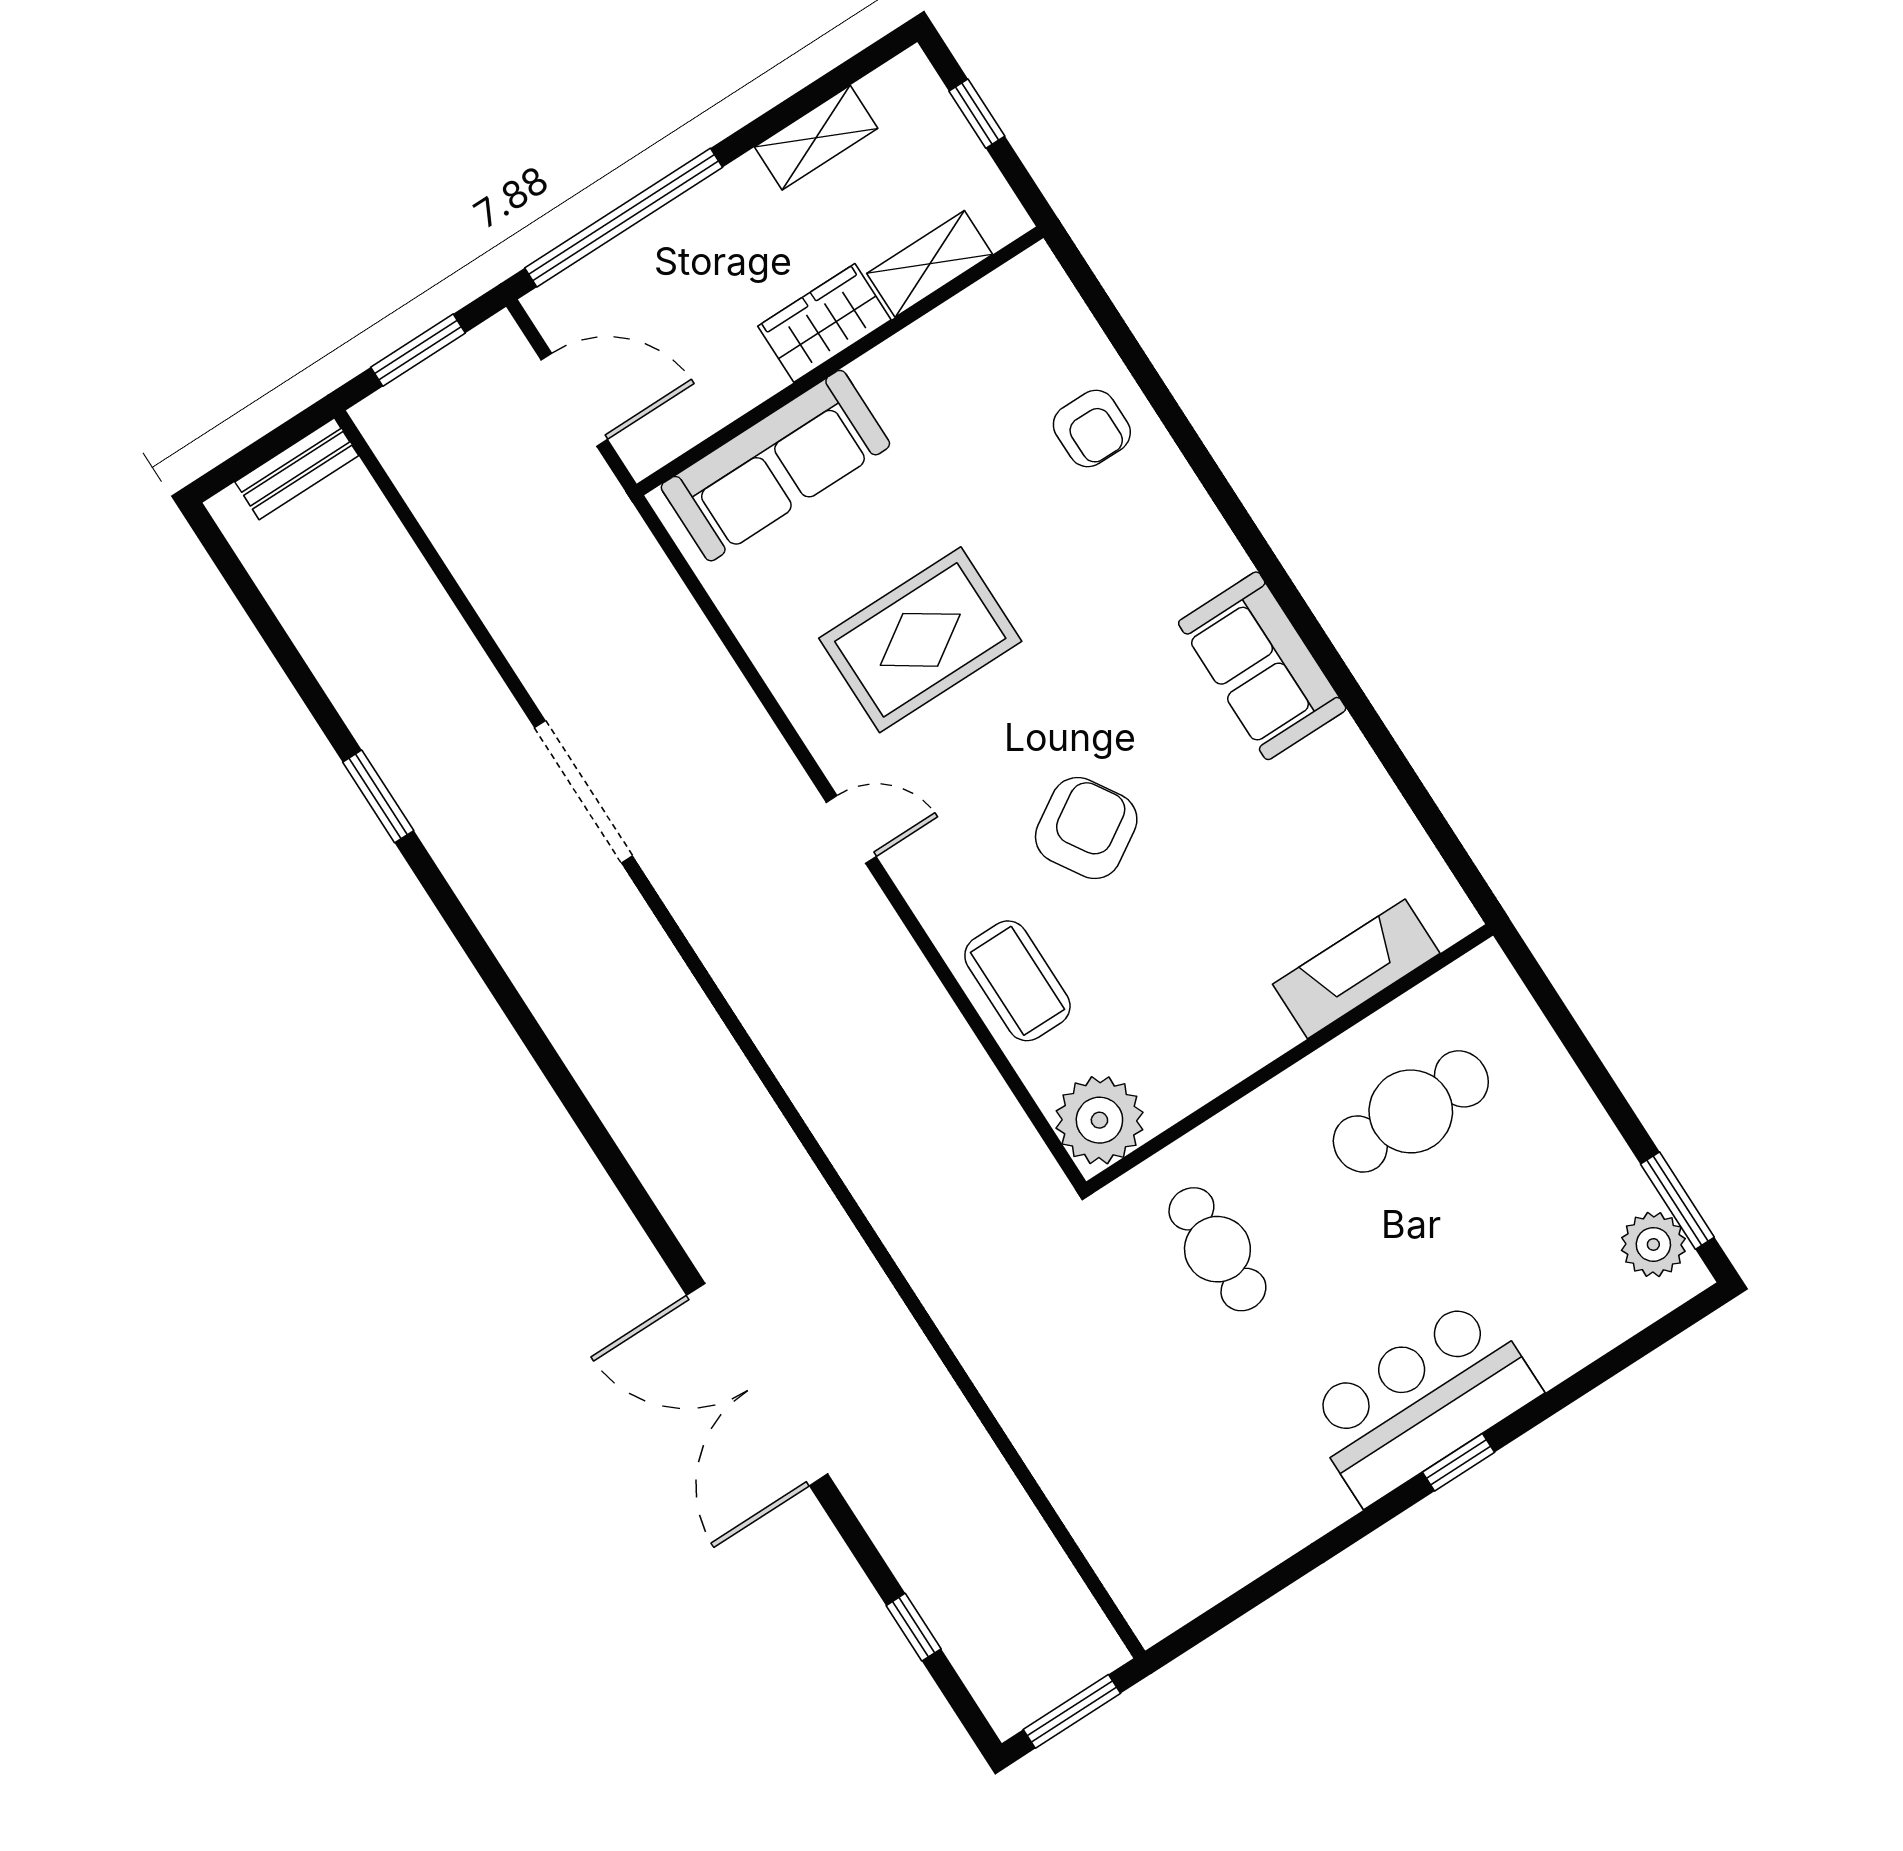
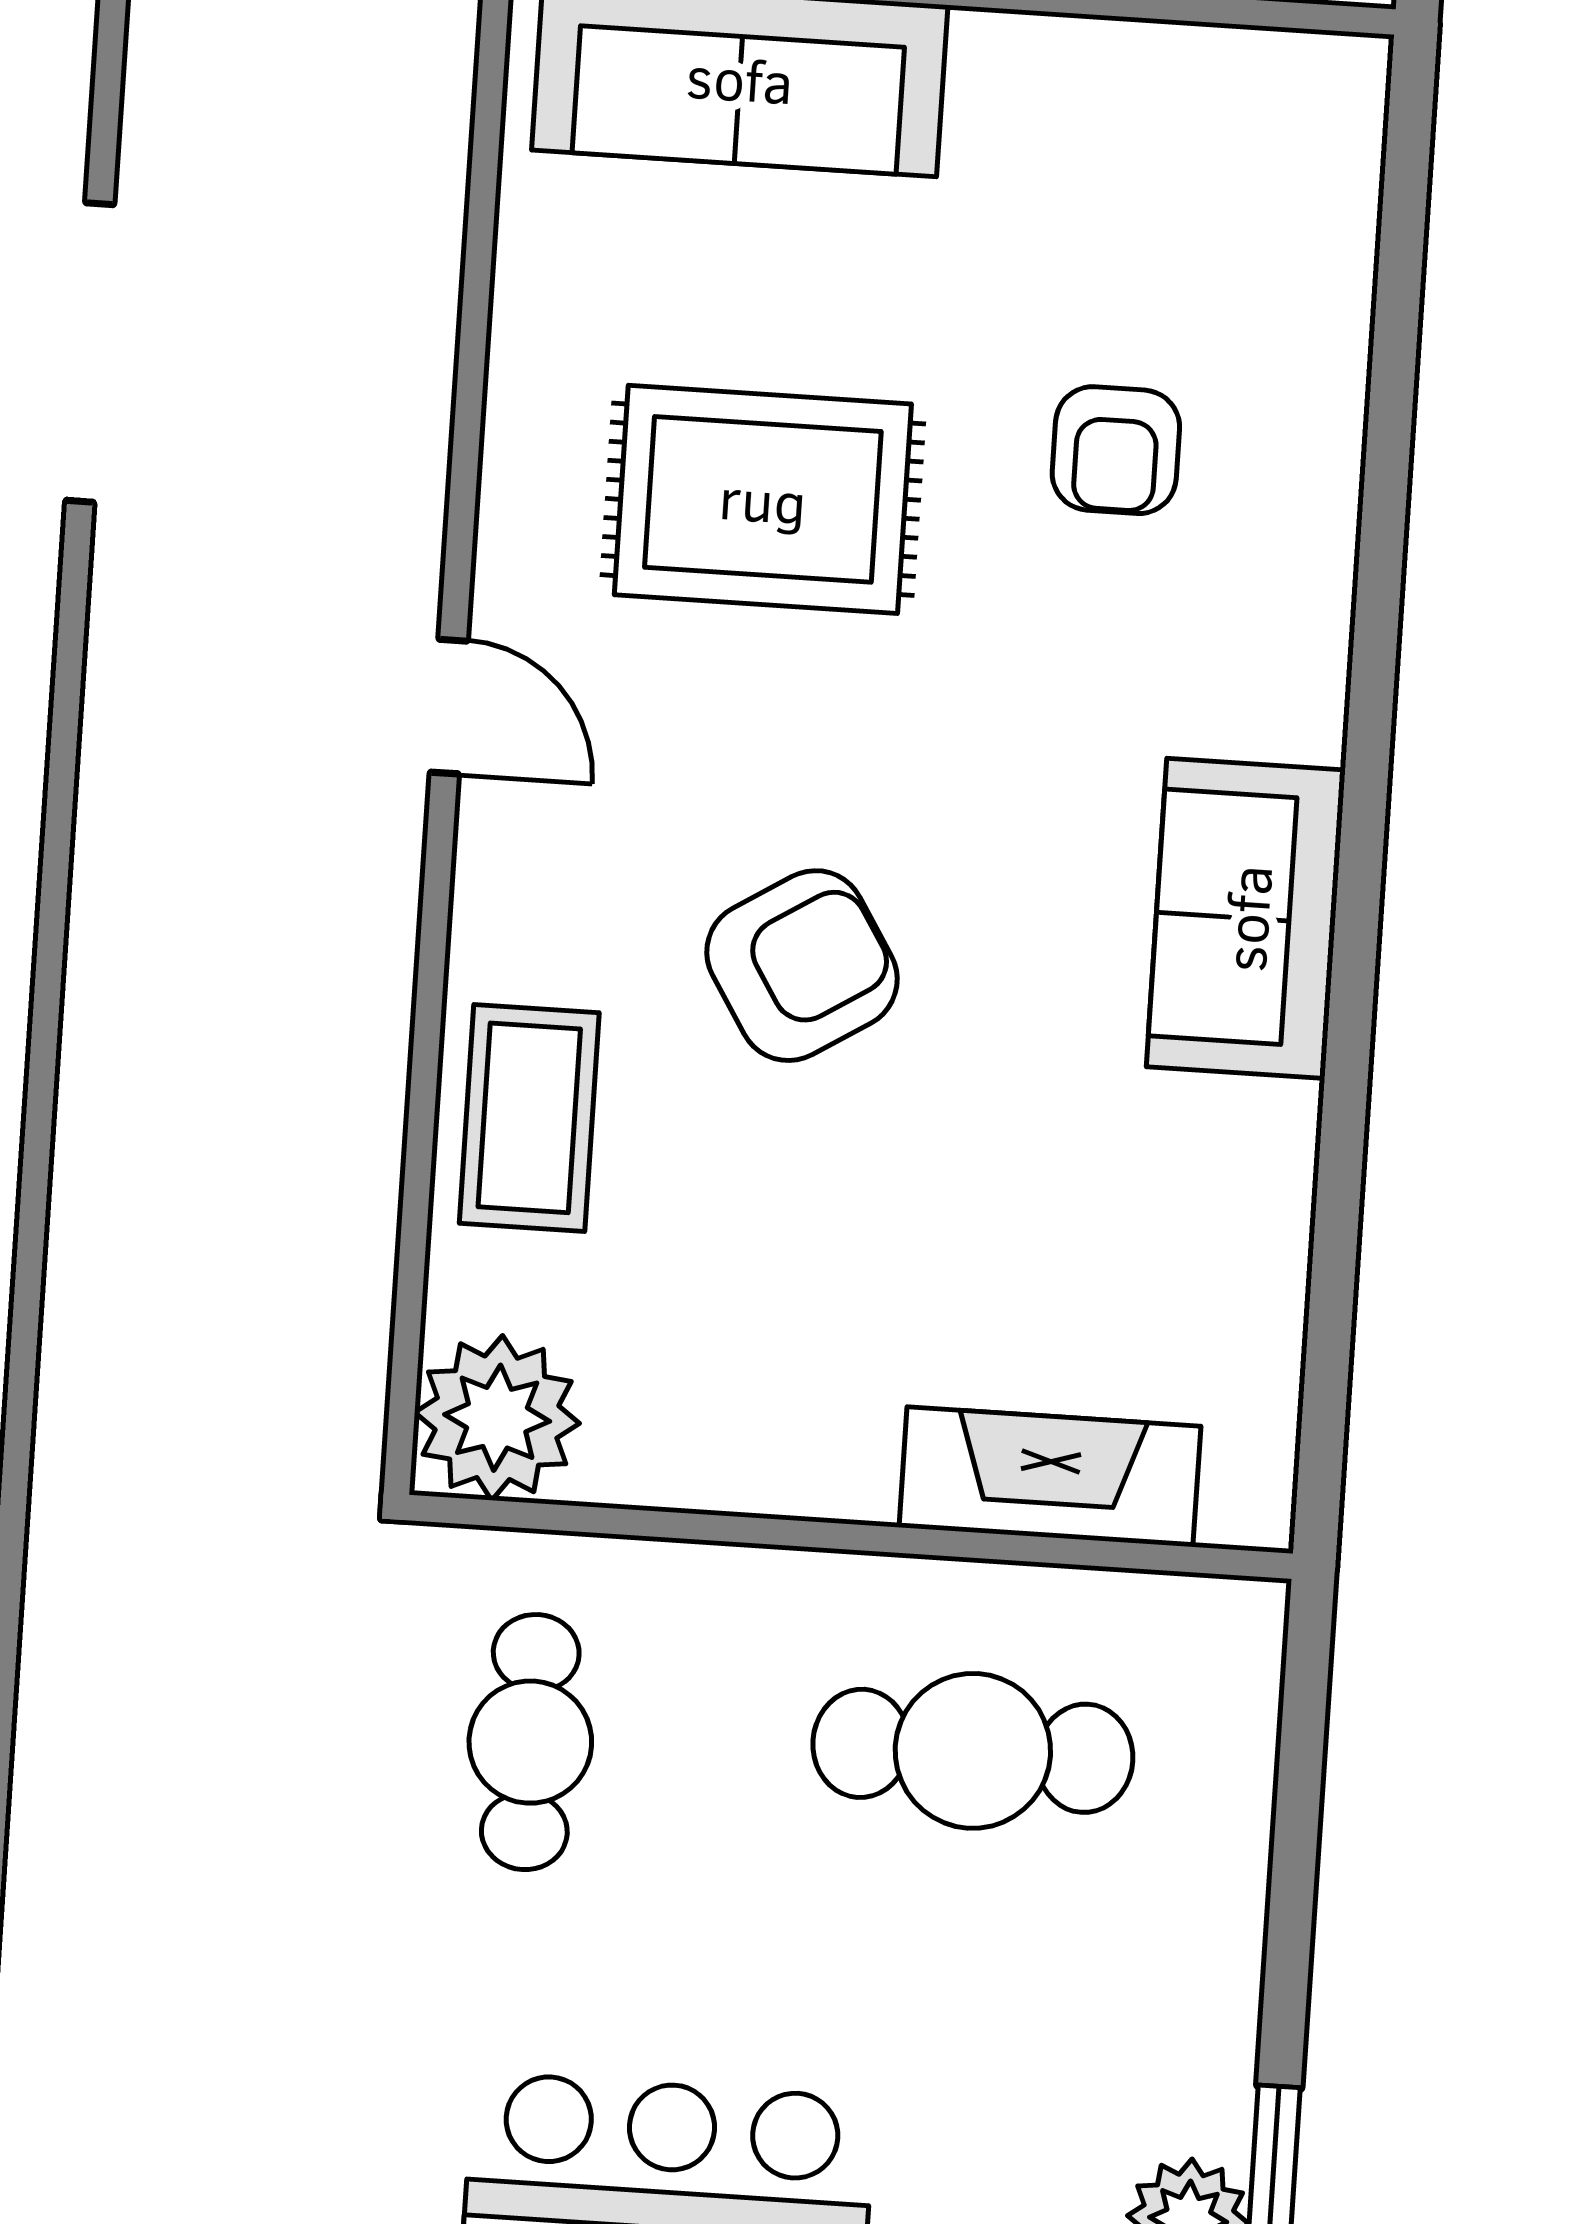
armchair: (1092, 429) -> (1116, 450), moved

